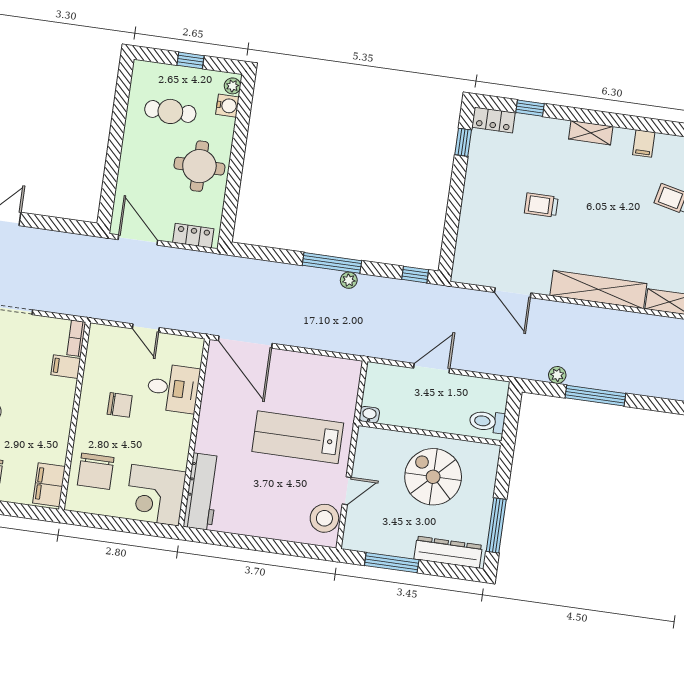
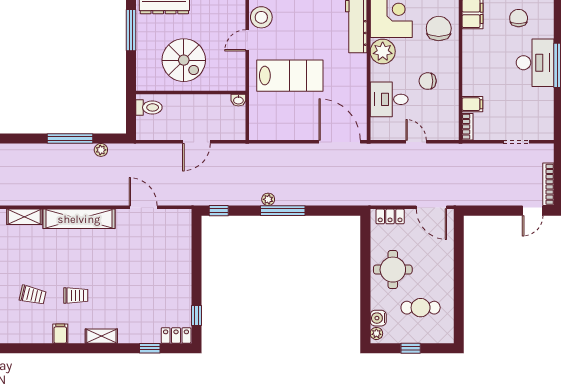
trolley: (541, 205) -> (76, 295), moved
plant: (173, 452) -> (383, 51), added

